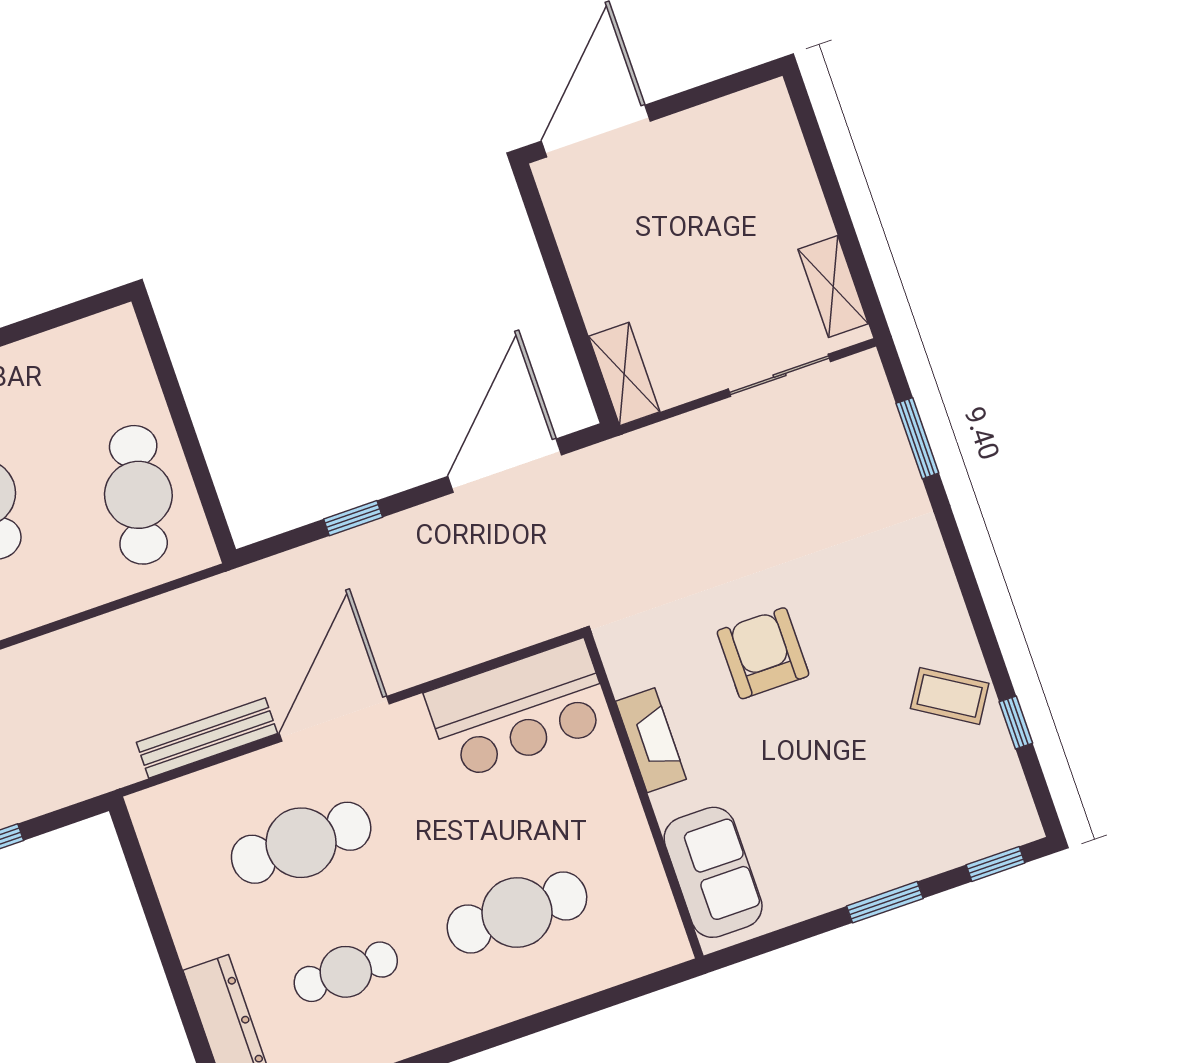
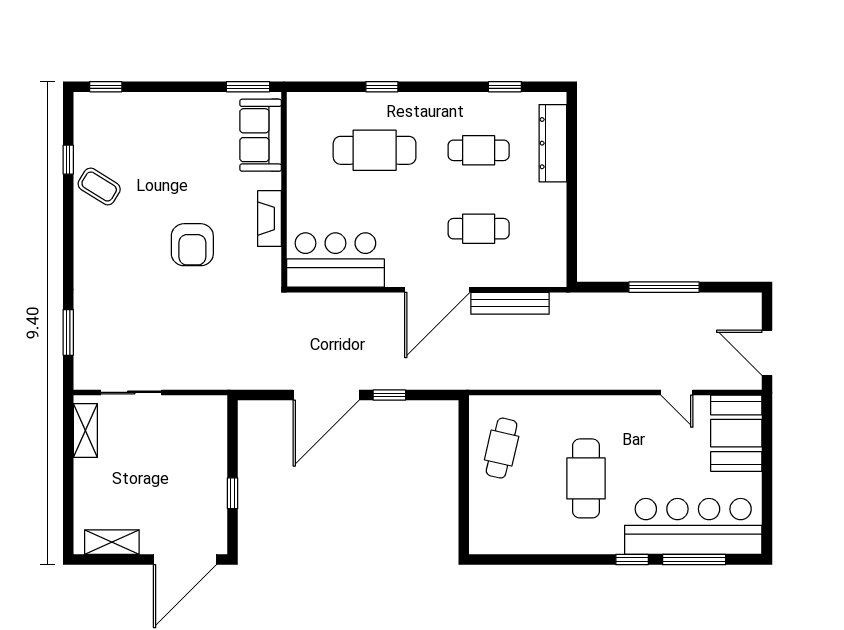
window: (555, 267) -> (233, 493), added
shelving: (624, 374) -> (112, 542), moved, turned 90
door: (505, 466) -> (326, 395), moved
cafe table: (138, 495) -> (502, 448), width x0.73, depth x0.74
cafe table: (301, 843) -> (479, 229), width x0.73, depth x0.74
window: (885, 902) -> (248, 87), moved
window: (541, 1021) -> (382, 87), added

